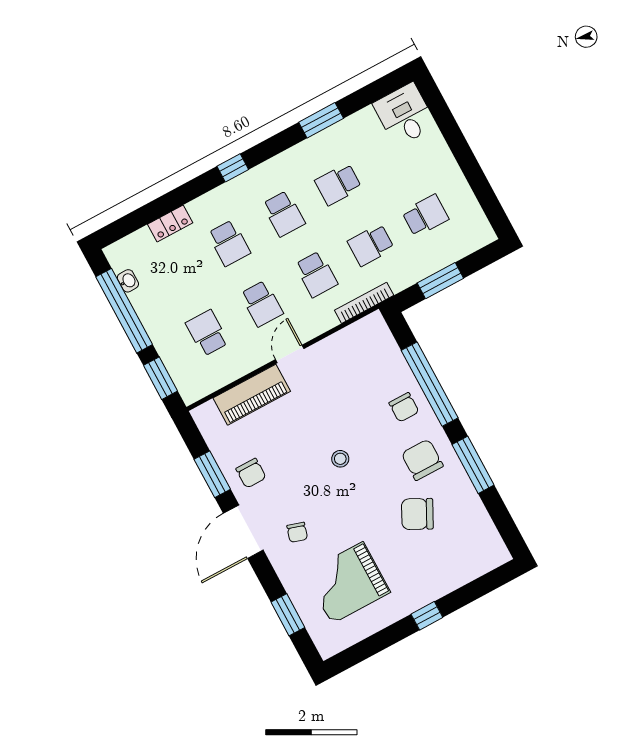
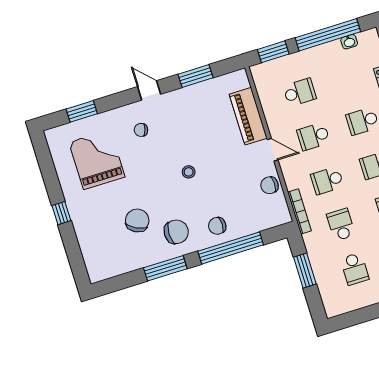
chair: (251, 473) -> (270, 185), moved
door: (243, 532) -> (149, 90), width x0.53

